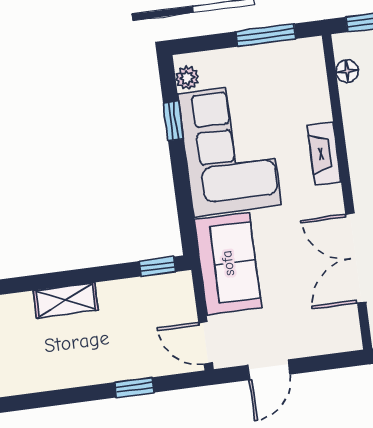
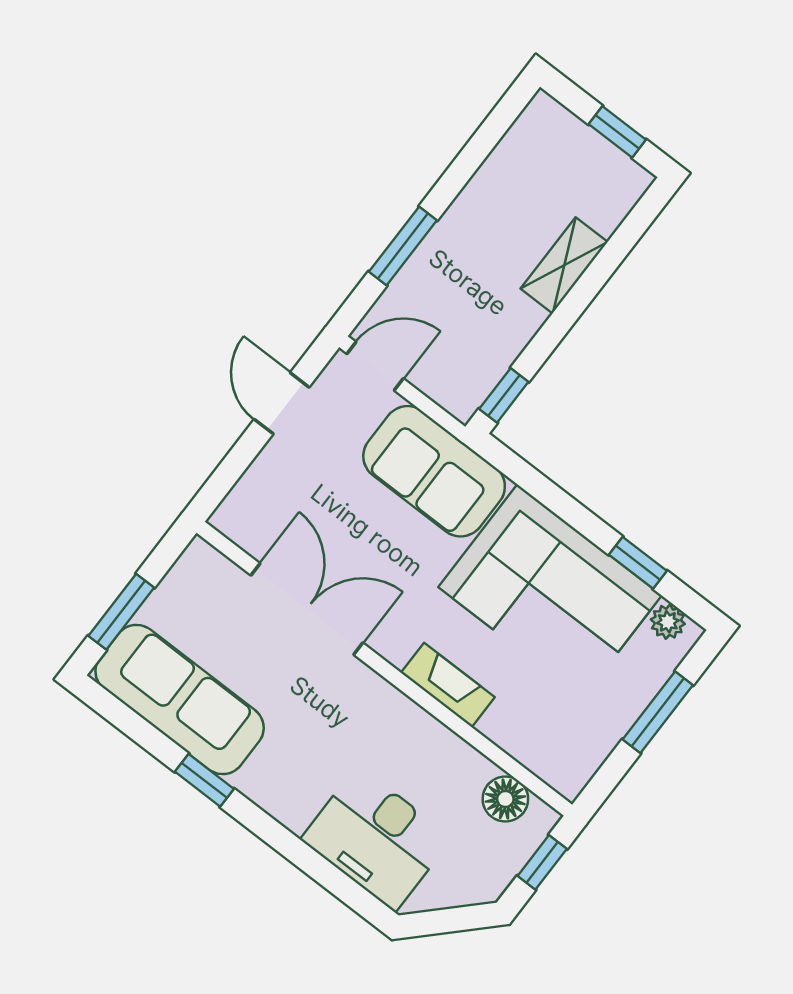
window: (266, 35) -> (658, 712), moved
floor lamp: (347, 71) -> (505, 799), width x1.37, depth x1.37
window: (134, 387) -> (403, 246), width x1.50

